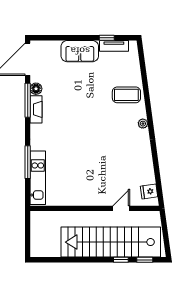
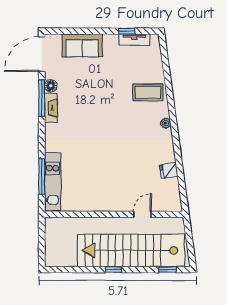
sofa: (80, 51) -> (82, 45), moved
window: (28, 162) -> (42, 177), moved
fridge: (149, 192) -> (169, 171), moved
window: (121, 260) -> (113, 270), moved

